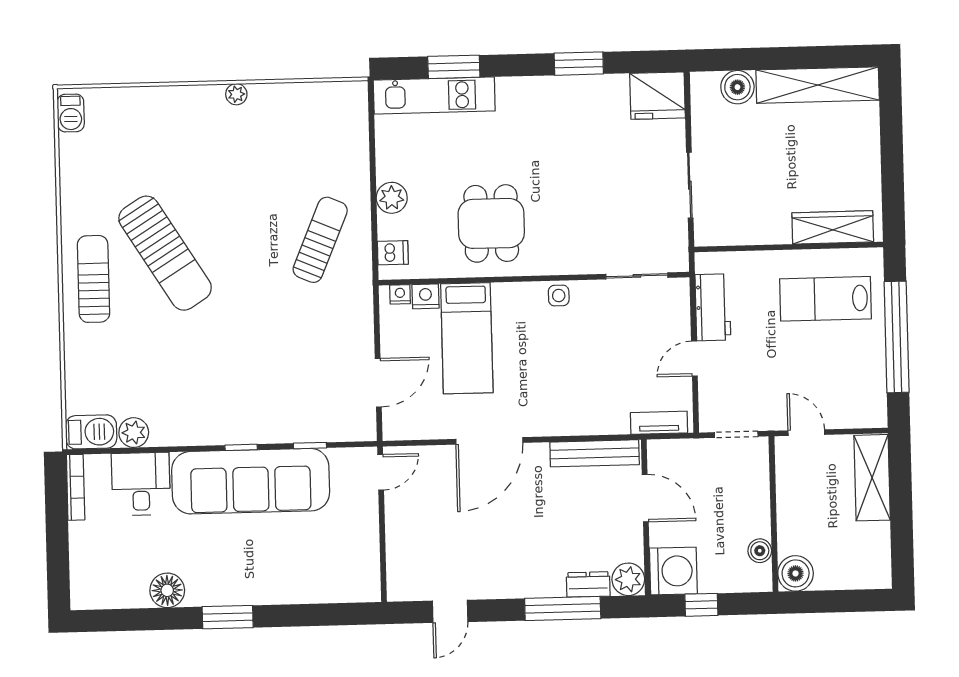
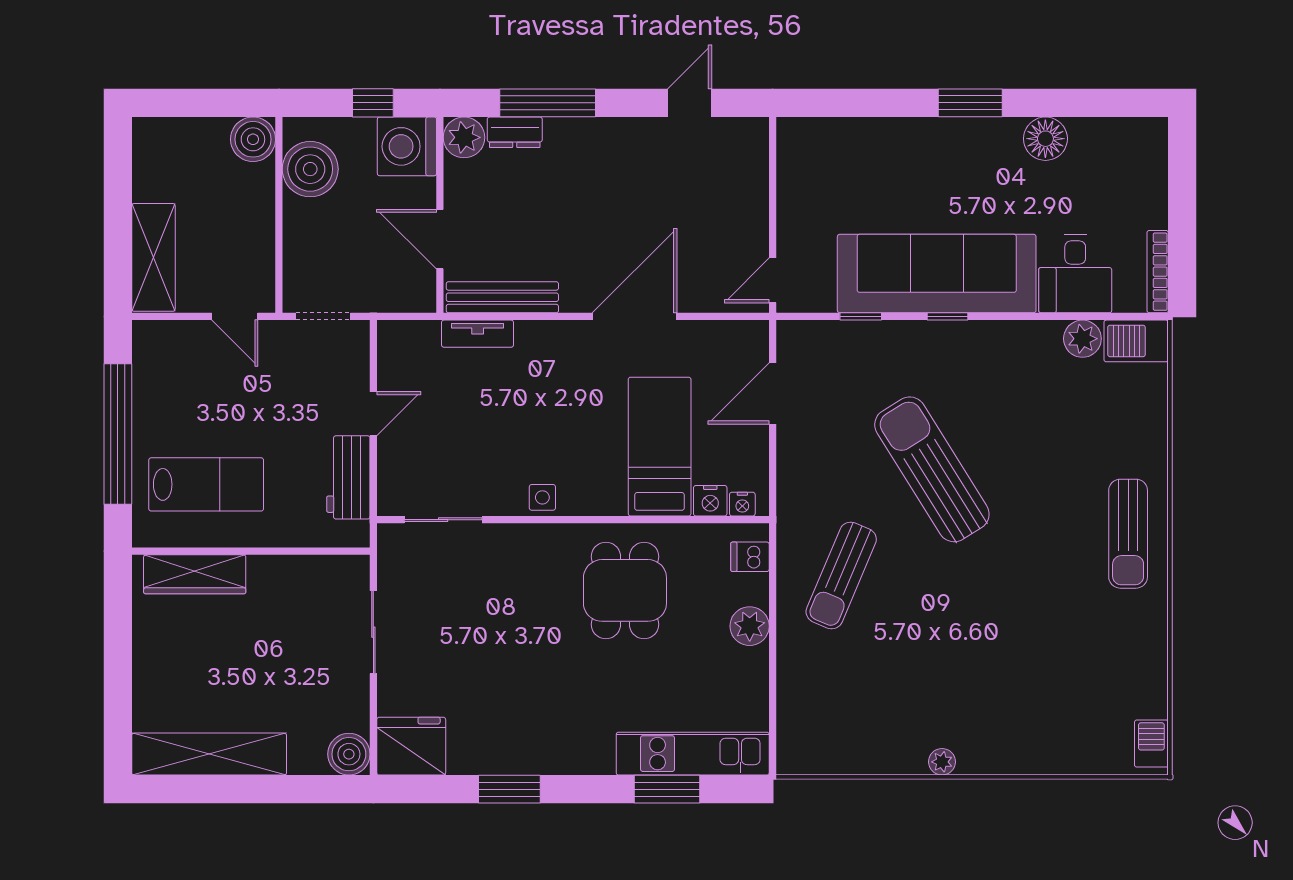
boiler: (737, 87) -> (349, 754), moved
sun lounger: (165, 253) -> (932, 469), moved
tv unit: (659, 423) -> (478, 334), moved
boiler: (760, 551) -> (310, 169), width x1.86, depth x1.86

